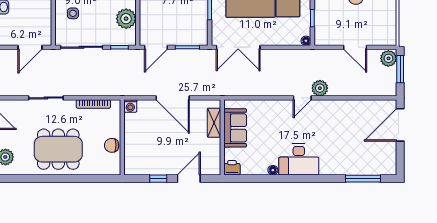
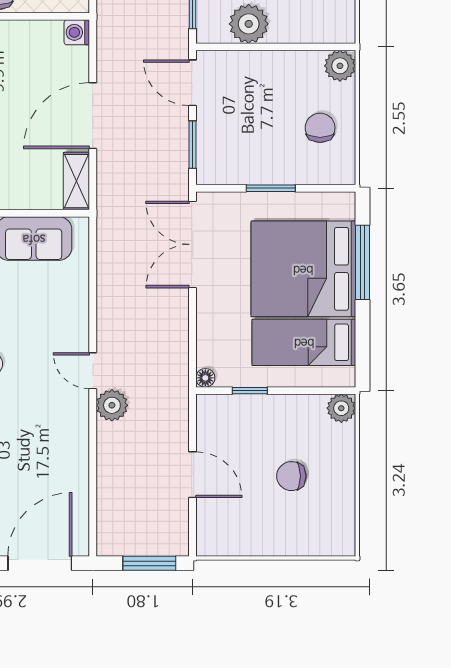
door: (355, 47) -> (193, 475), swing flipped
plant: (388, 58) -> (171, 540), removed
shelving: (214, 123) -> (76, 181), moved, turned 90
door: (400, 125) -> (40, 563), hinge flipped

